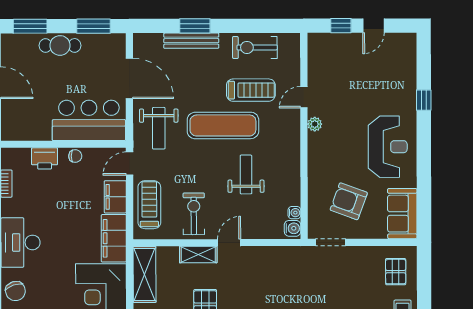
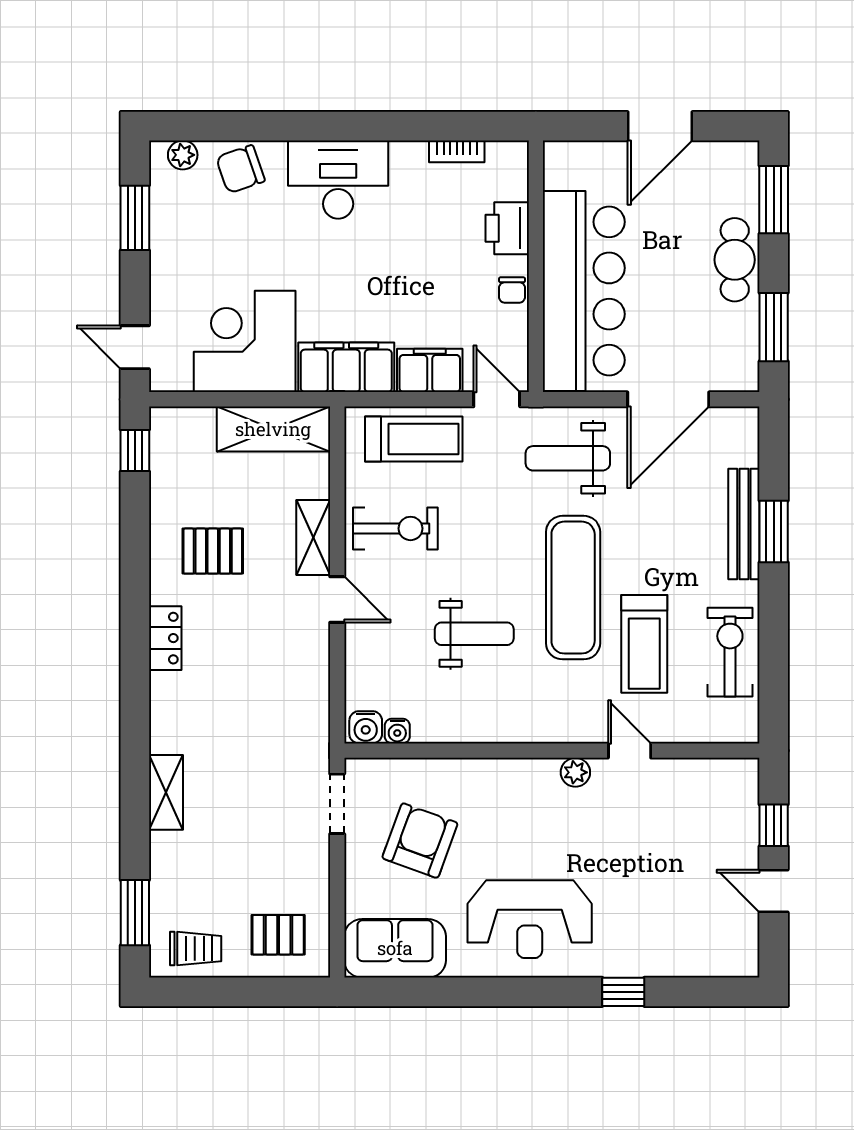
bar counter: (89, 120) -> (584, 291), width x1.36

